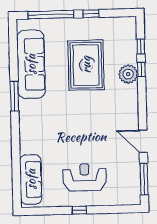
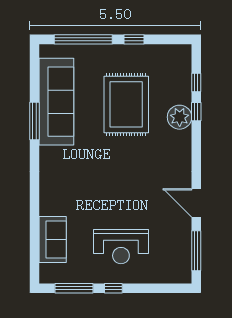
window: (14, 96) -> (35, 121), moved
reception desk: (85, 177) -> (121, 247), turned 180
sofa: (31, 179) -> (53, 239), width x0.73
window: (48, 211) -> (74, 288), added

